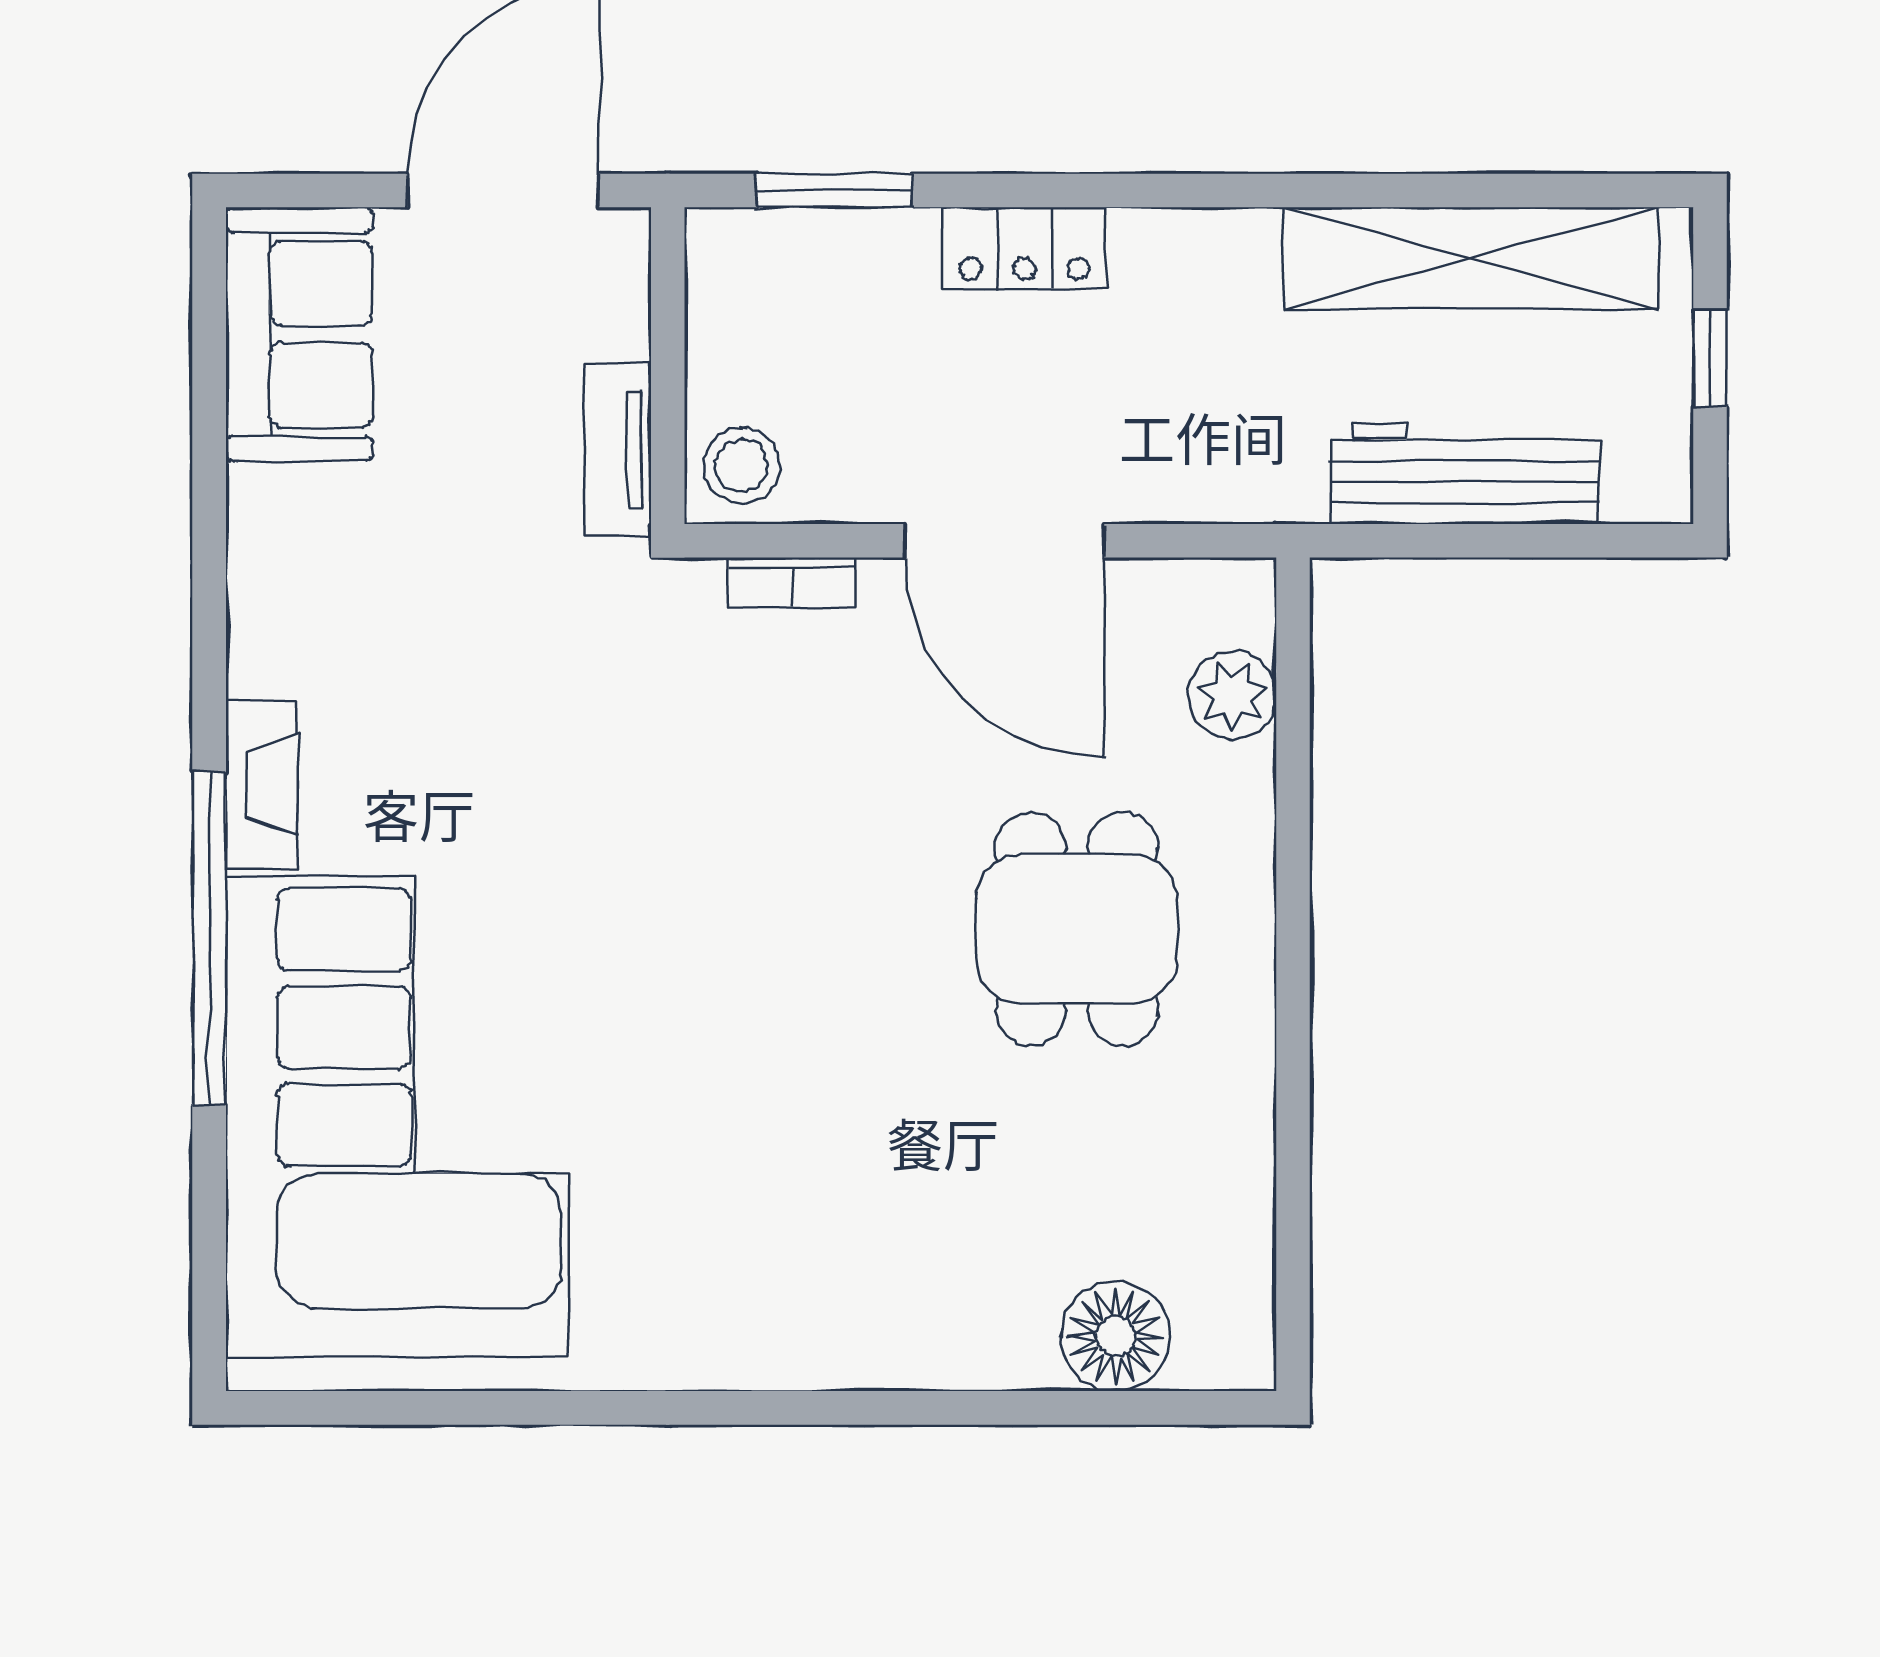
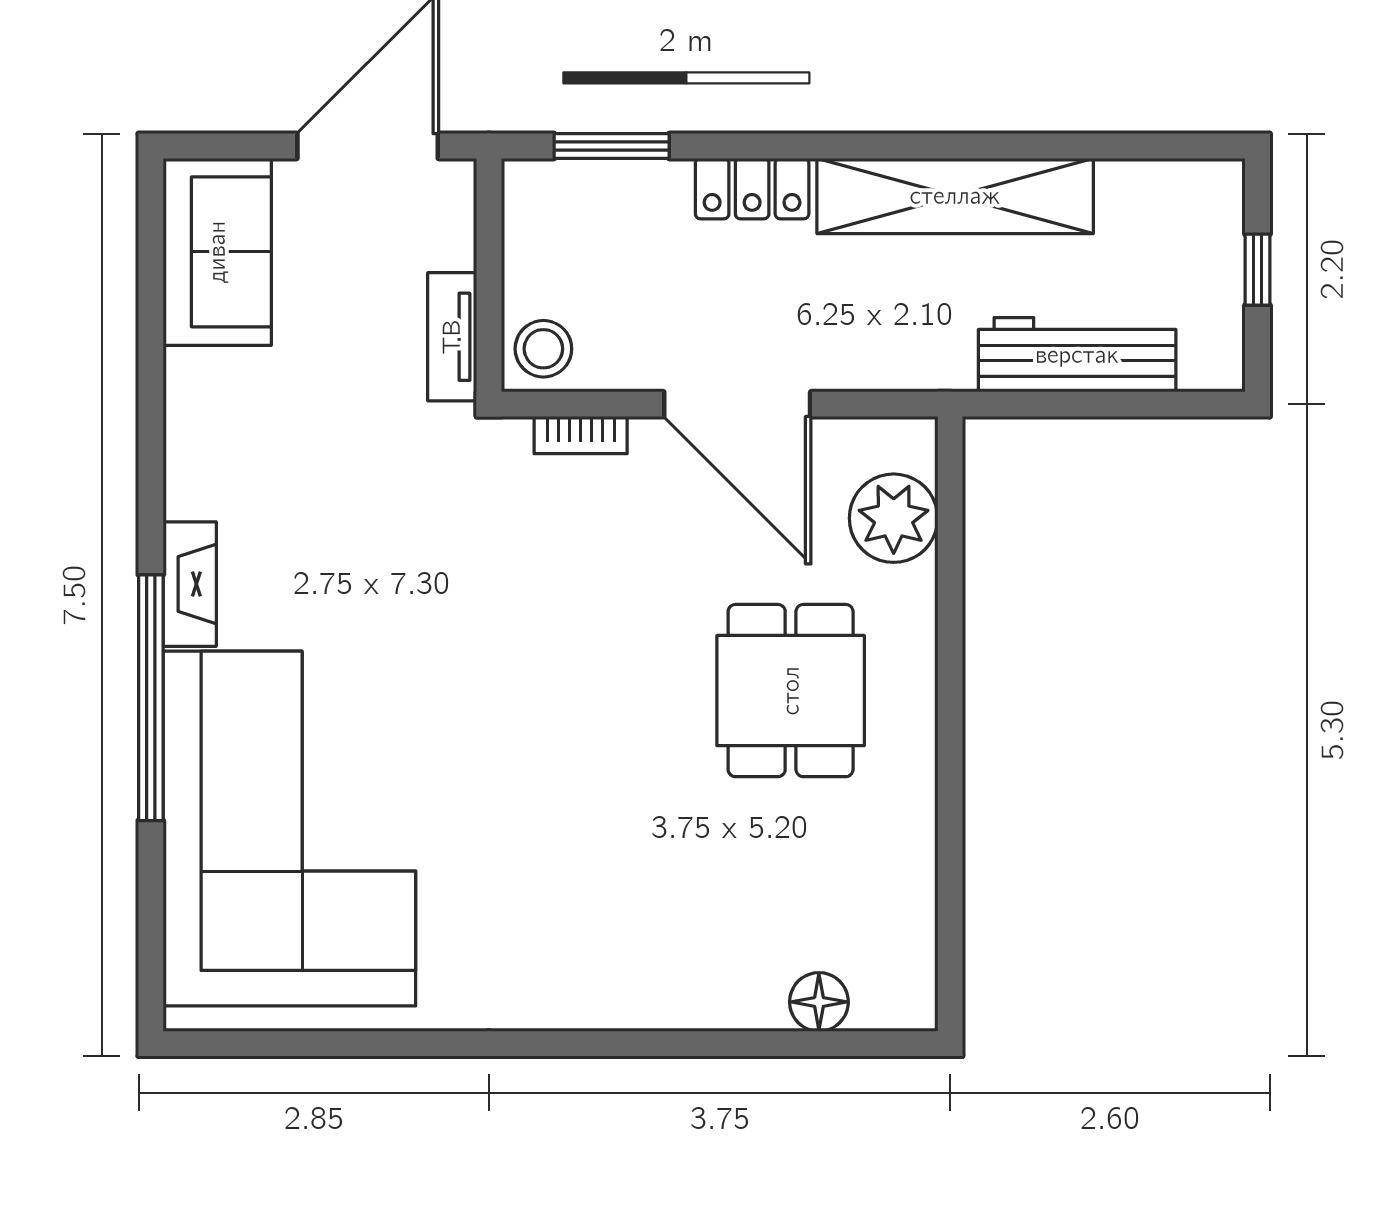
shelving: (1471, 258) -> (955, 196), moved
plant: (1232, 695) -> (894, 518), width x1.36, depth x1.36
floor lamp: (1115, 1336) -> (819, 1002), width x0.73, depth x0.73

